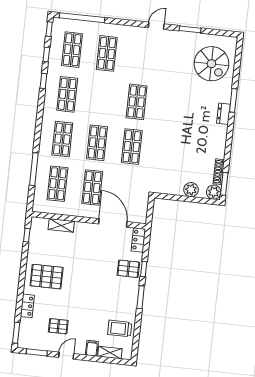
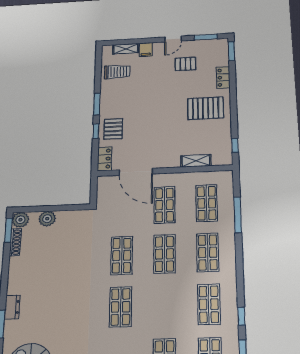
pallet: (128, 269) -> (113, 129), turned 90

